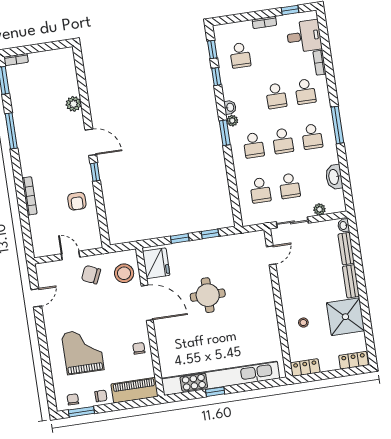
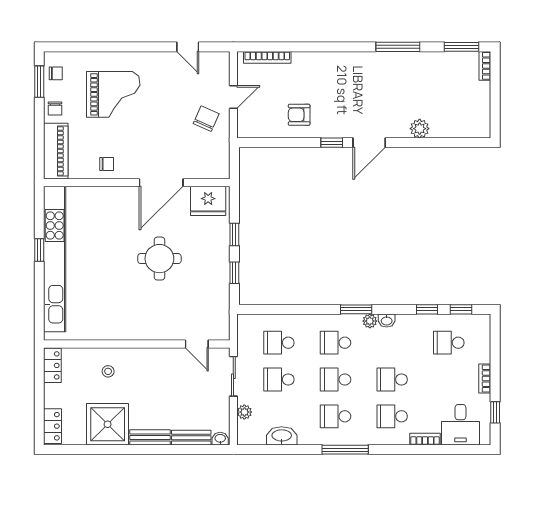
bookcase: (29, 196) -> (267, 57), moved
stool: (124, 273) -> (202, 160), removed

